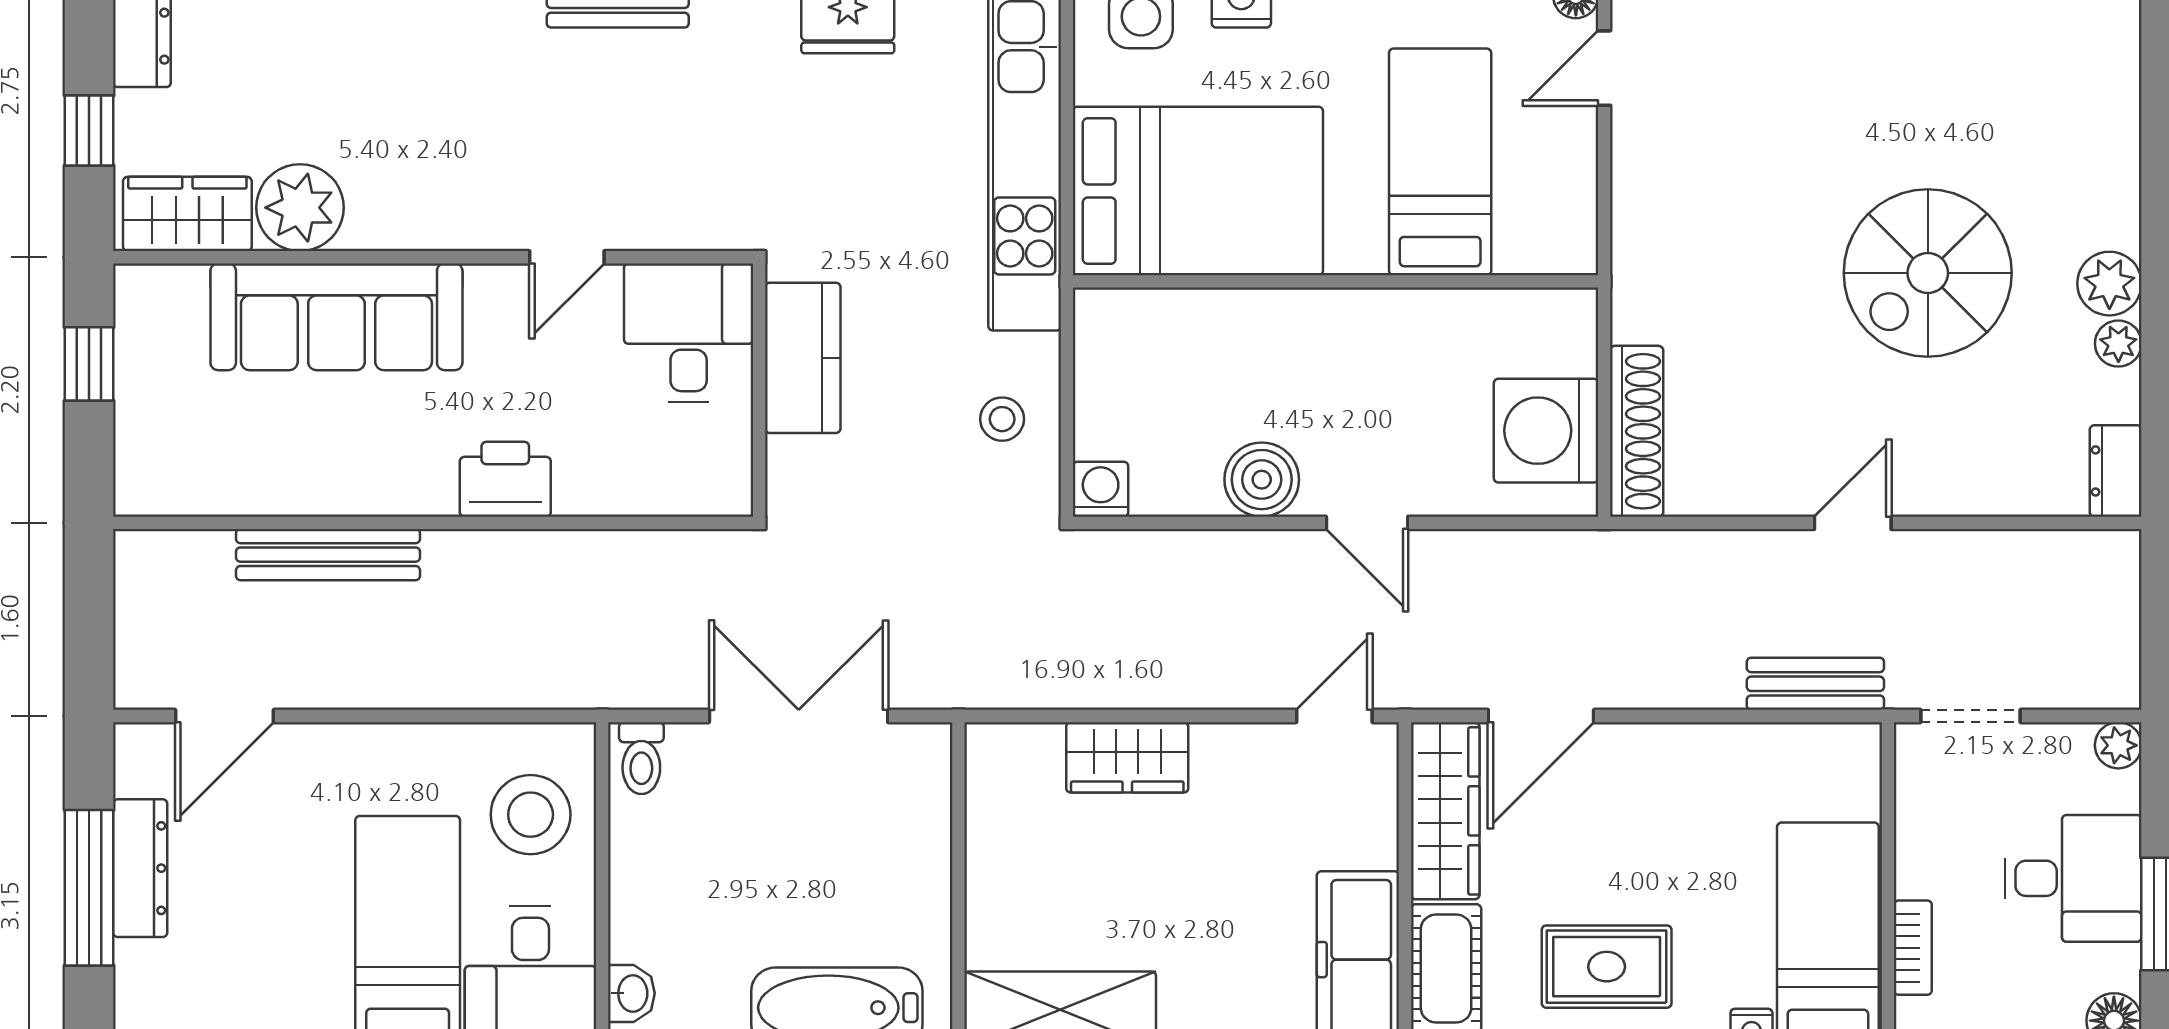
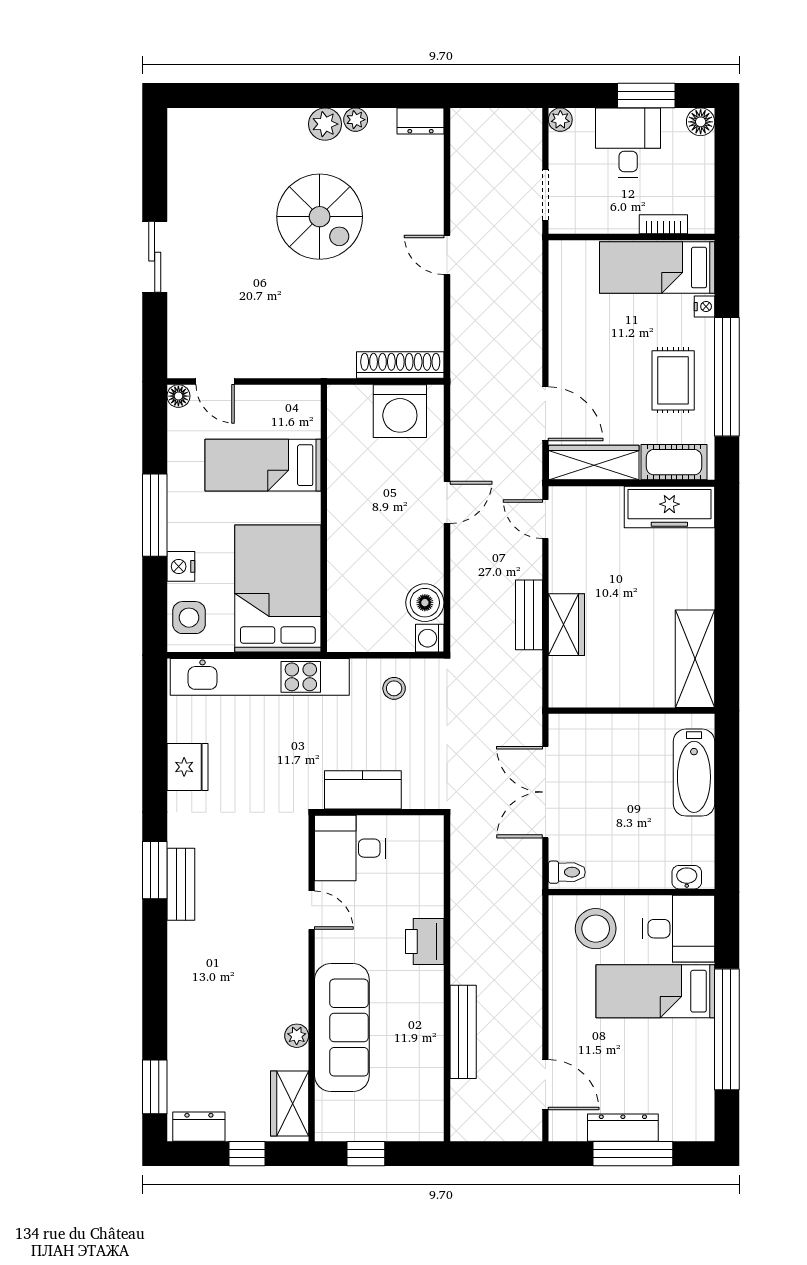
plant: (300, 208) -> (297, 1036), width x0.53, depth x0.53
boiler: (1262, 480) -> (425, 603), moved
bench: (1815, 684) -> (529, 615), moved

